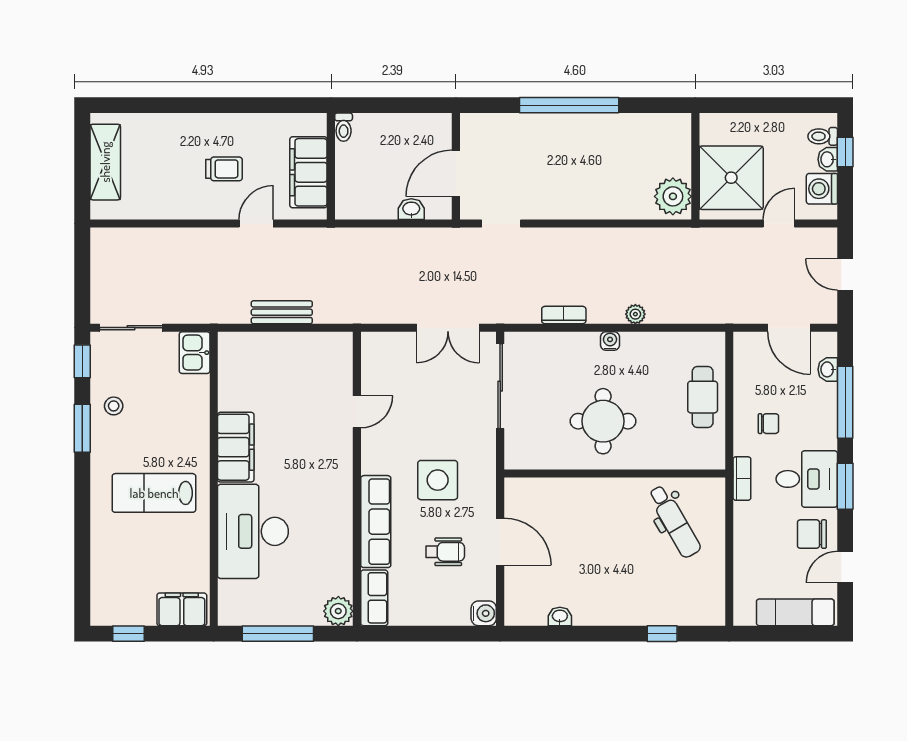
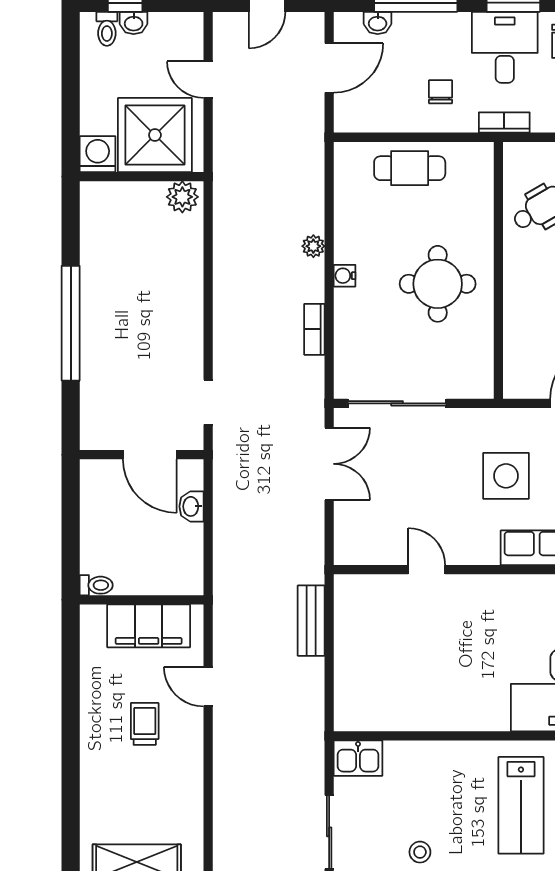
washing machine: (822, 189) -> (98, 154), moved, turned 180
plant: (673, 196) -> (182, 197), width x0.73, depth x0.73
bench: (282, 312) -> (311, 621), moved
filing cabinet: (236, 447) -> (468, 710), removed

